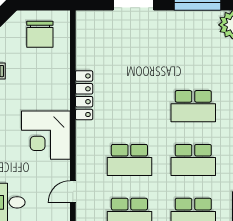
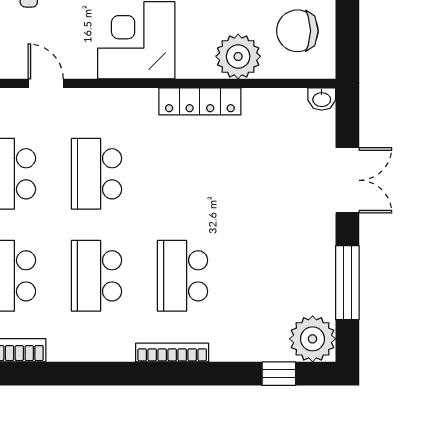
washbasin: (83, 19) -> (322, 99), added
plant: (56, 71) -> (238, 56), added

